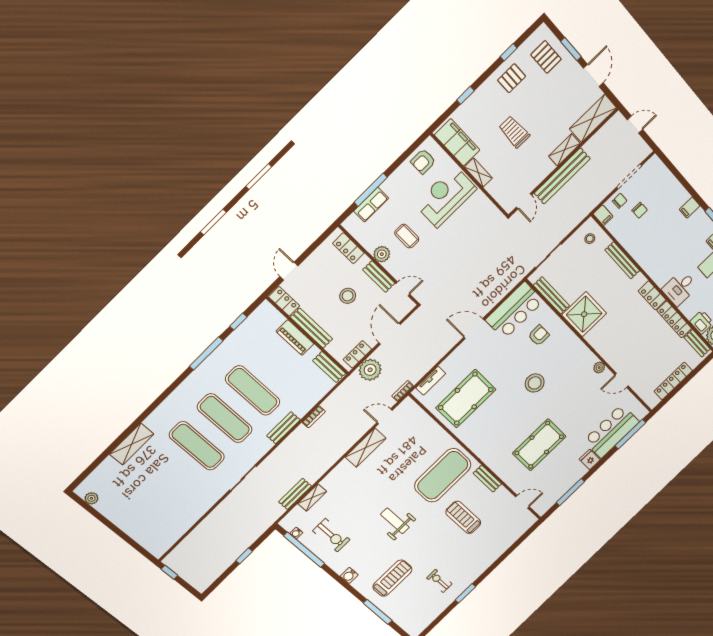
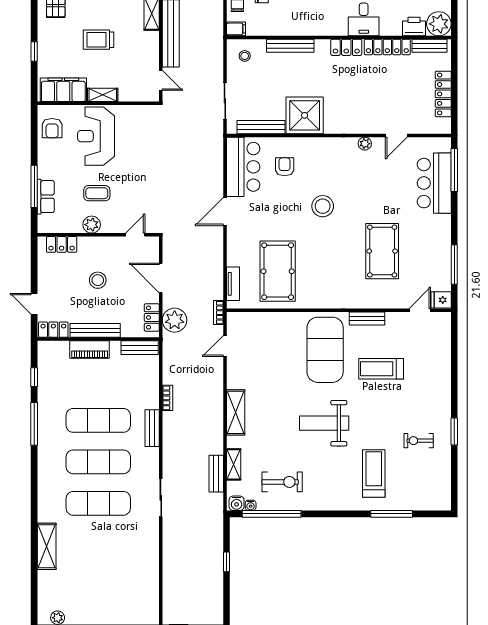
bench: (379, 277) -> (107, 243), removed
shelving: (366, 448) -> (236, 412), moved
fridge: (590, 460) -> (441, 300), moved
weight bench: (395, 521) -> (324, 423), width x1.36, depth x1.33
water cooler: (349, 575) -> (237, 503), moved

